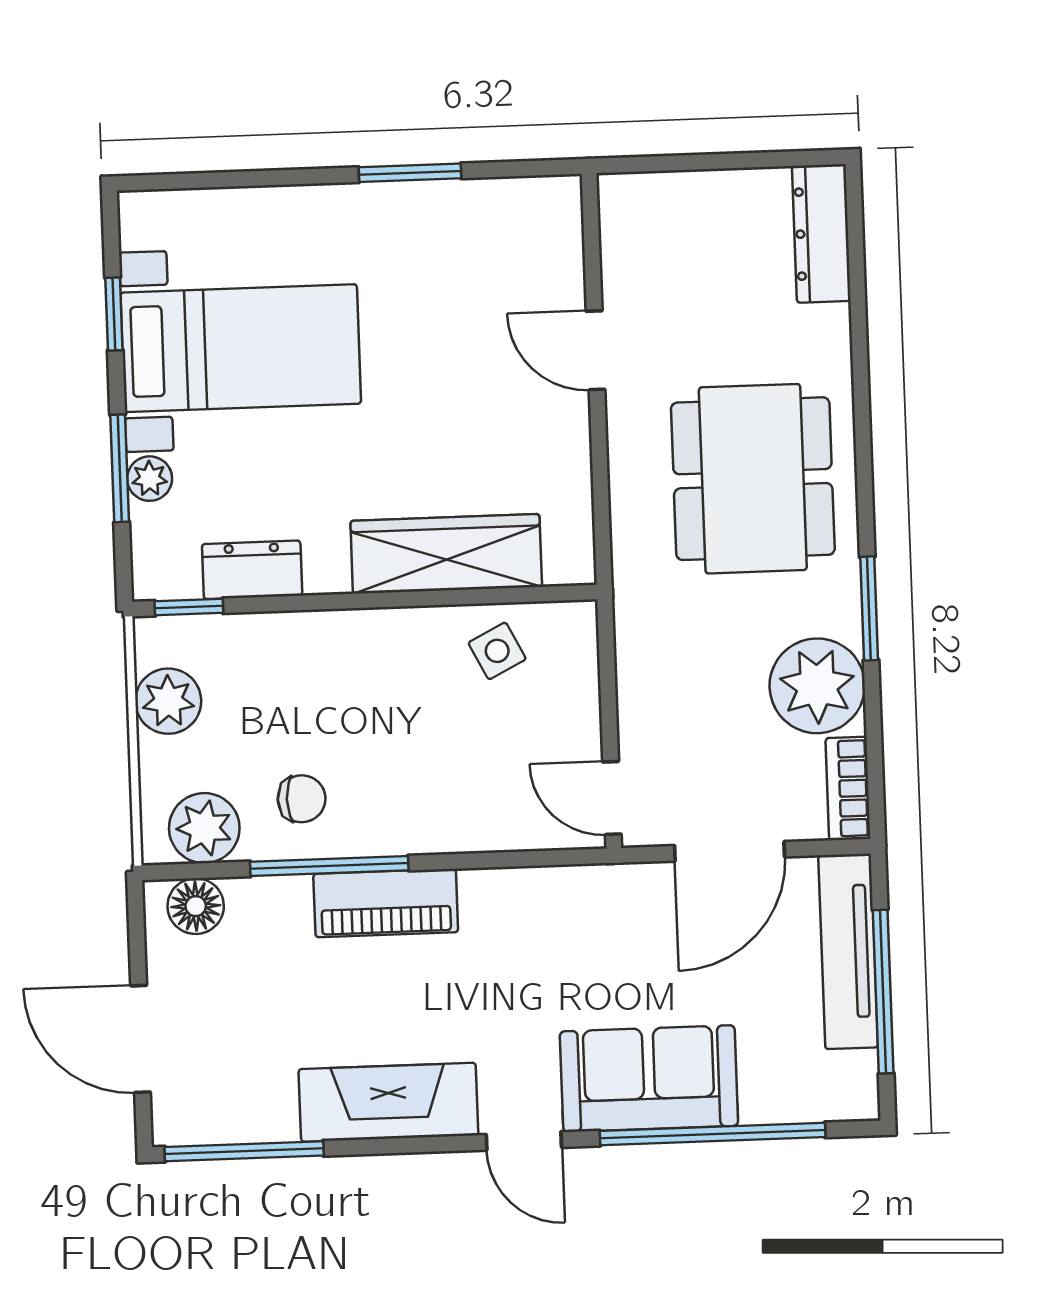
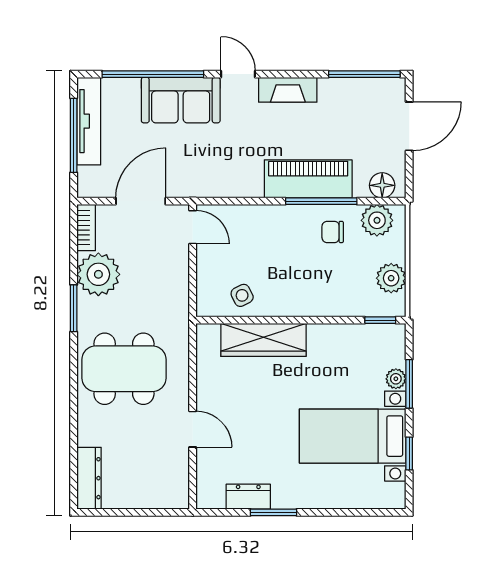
dining table: (753, 479) -> (124, 369), turned 90
dresser: (252, 570) -> (248, 497), moved, turned 180
piano: (386, 903) -> (308, 179), width x1.37, depth x1.33
tv unit: (848, 951) -> (89, 121), moved
door: (141, 1039) -> (409, 126), hinge flipped
fireplace: (388, 1102) -> (288, 90), width x0.73, depth x0.76

